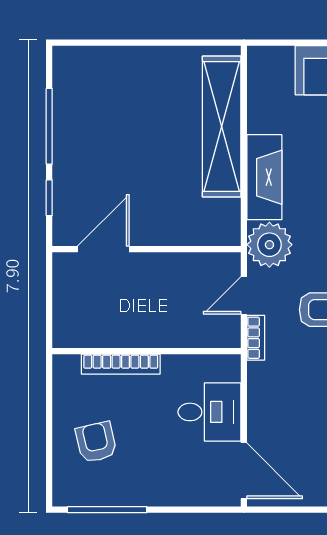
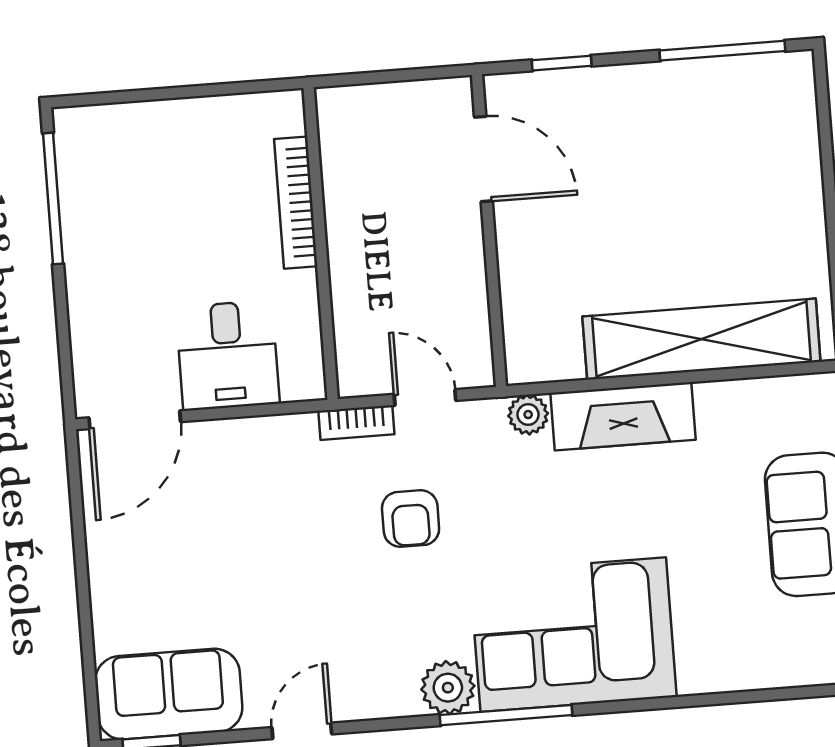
window: (49, 126) -> (722, 51), moved
plant: (269, 245) -> (528, 415), width x0.53, depth x0.53
armchair: (96, 442) -> (163, 172), removed

